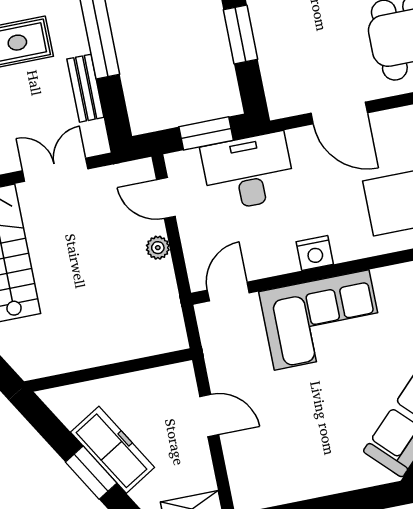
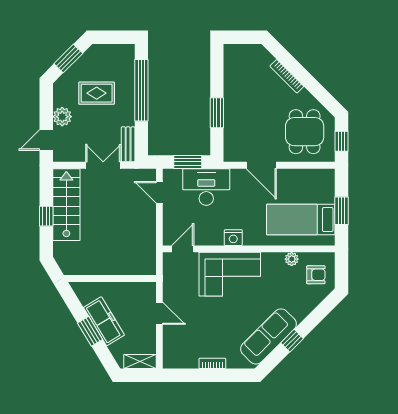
bench: (85, 88) -> (128, 144), moved
plant: (158, 248) -> (150, 218), removed
bookcase: (322, 487) -> (212, 363), added

